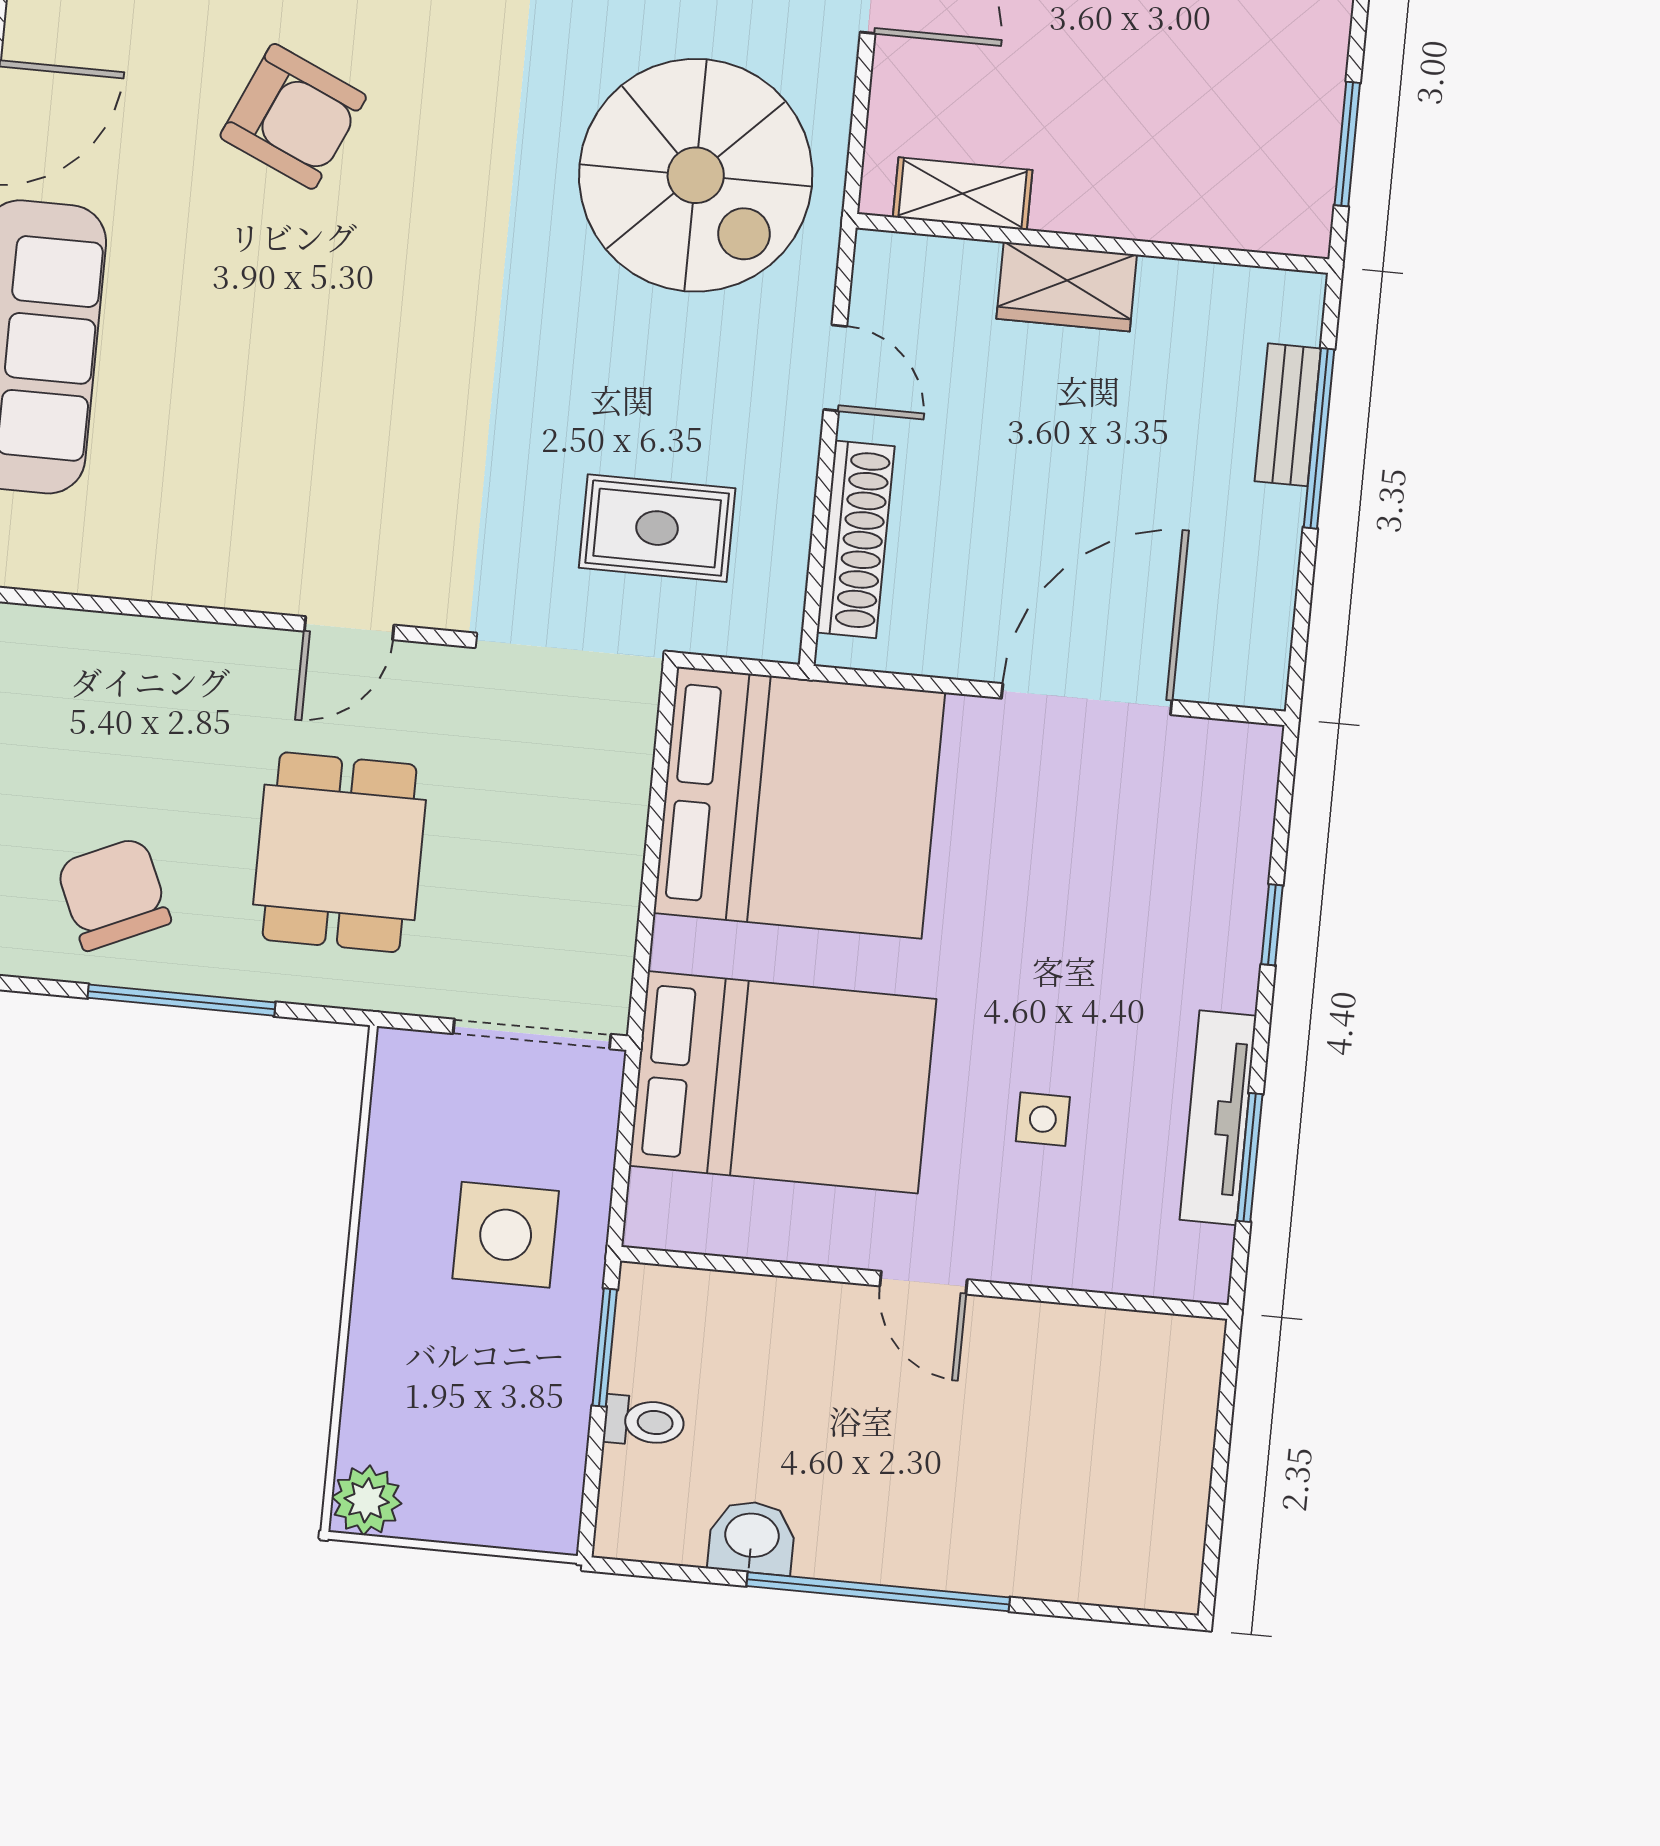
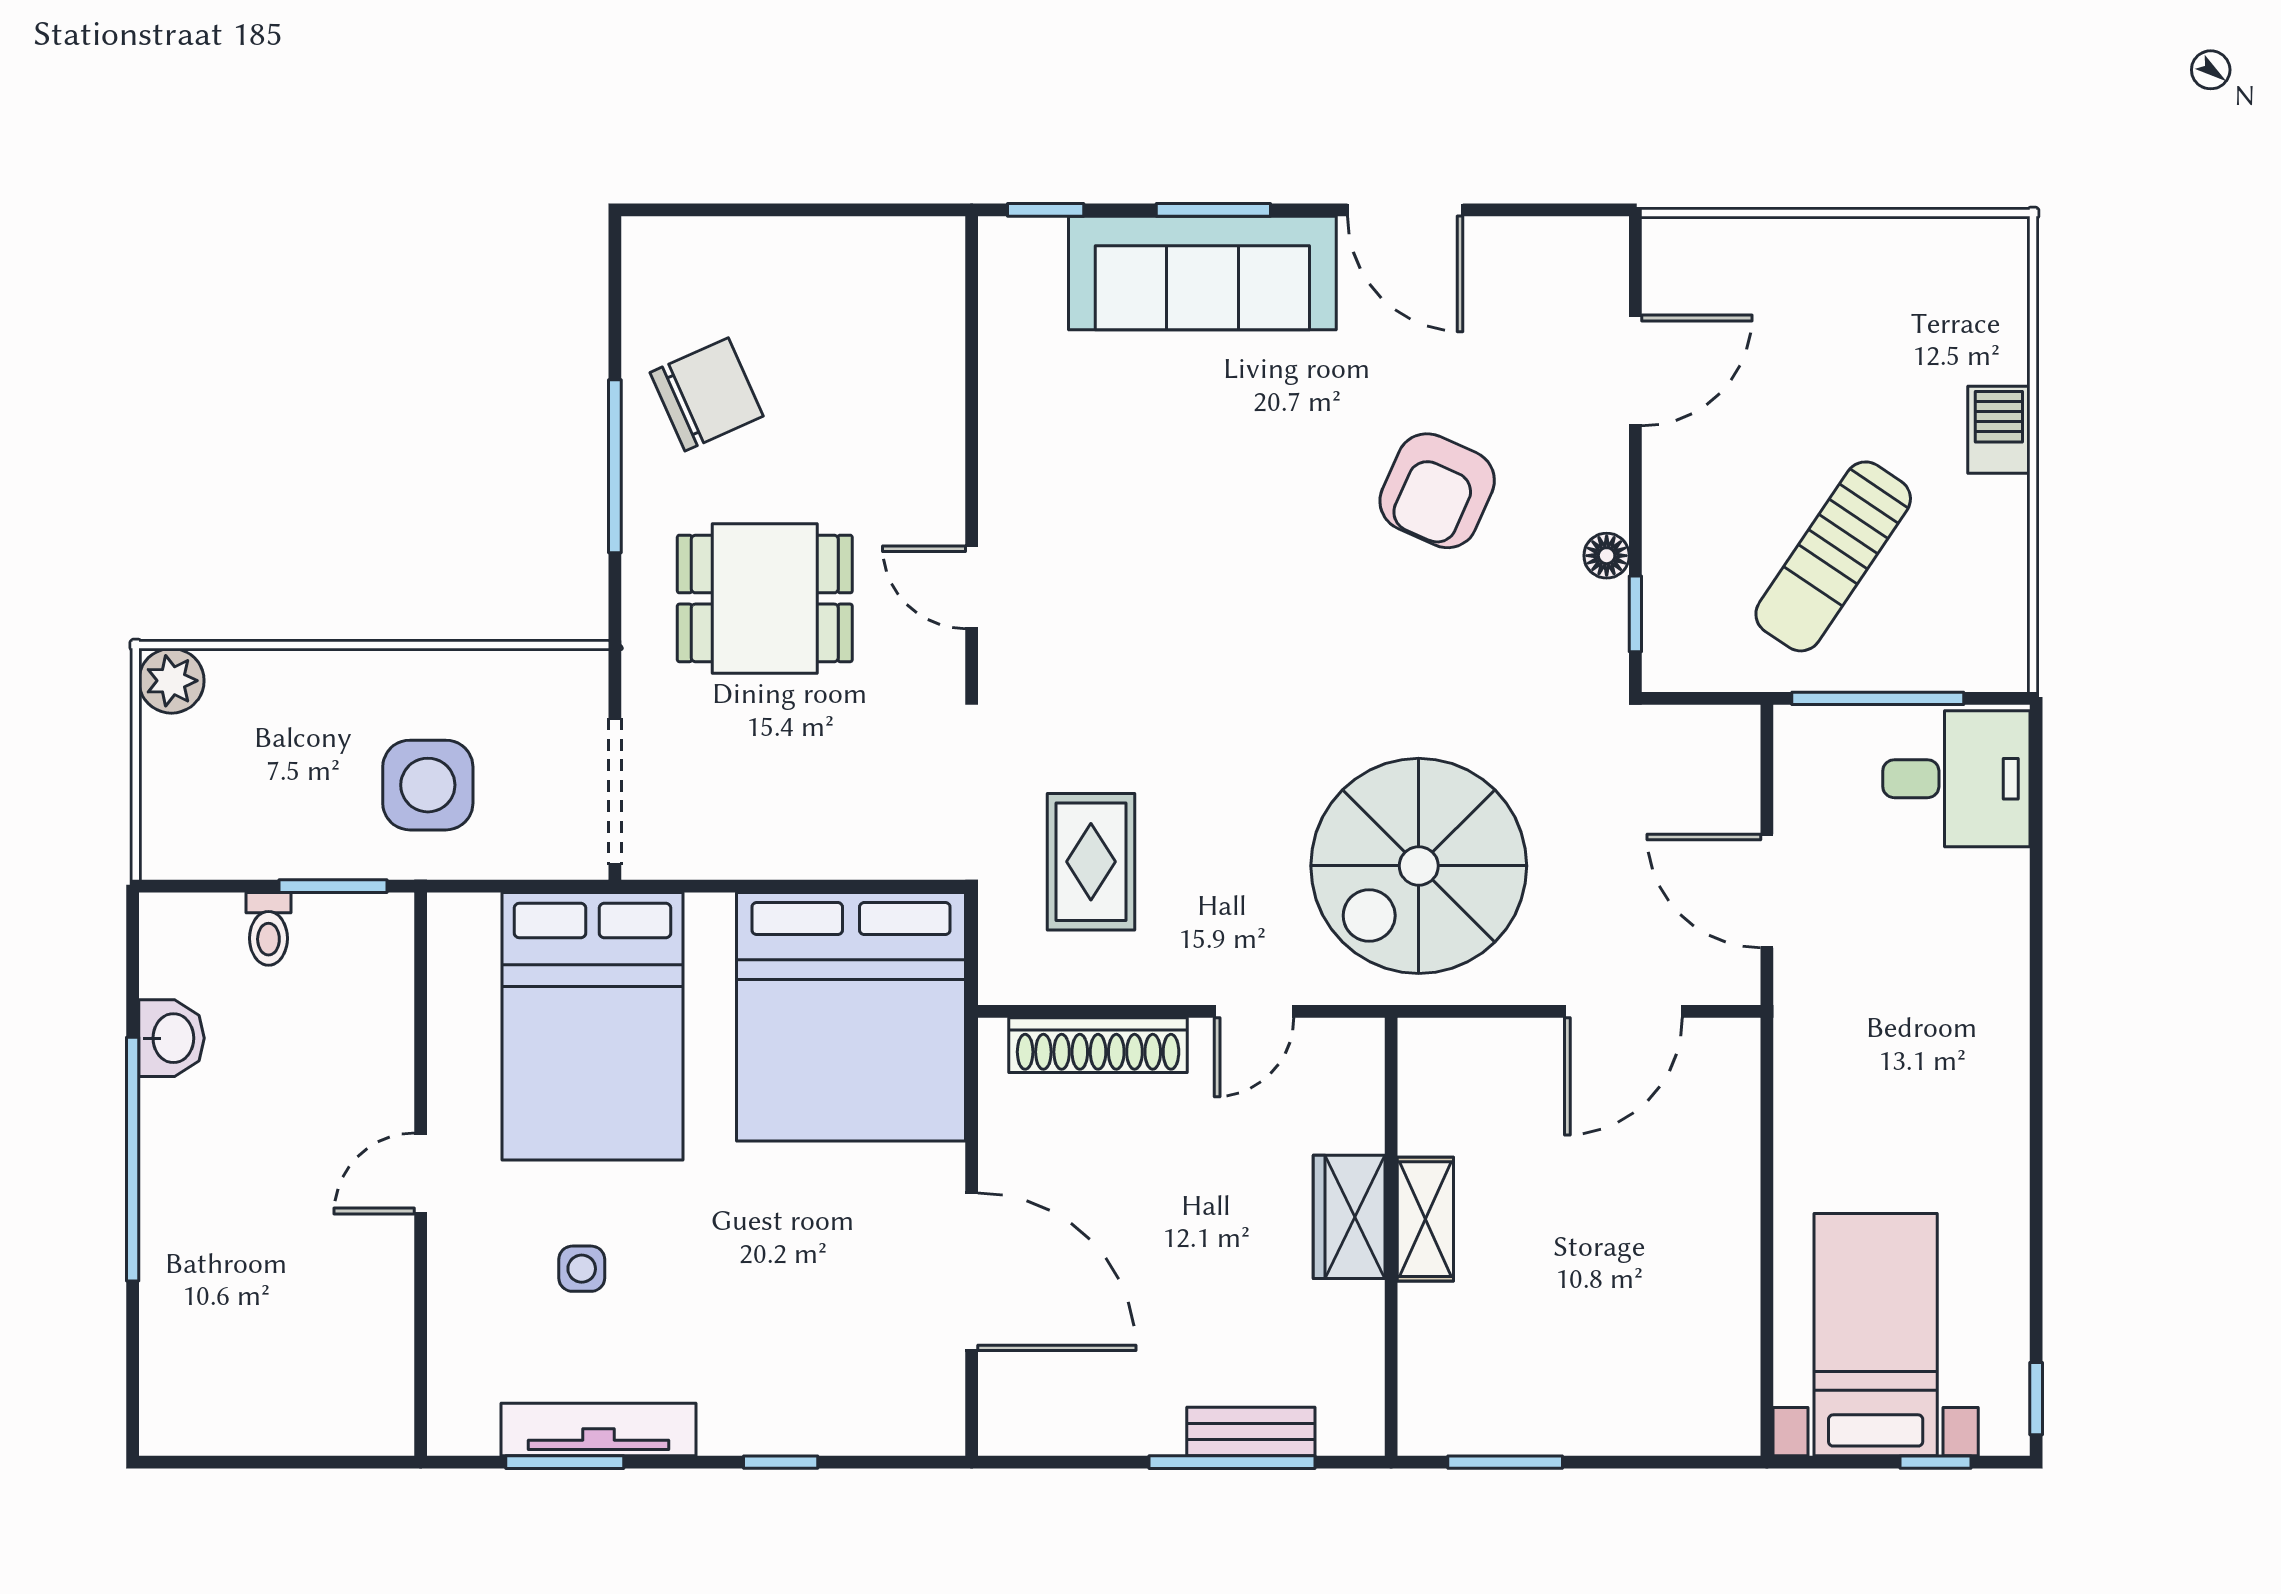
shelving: (963, 194) -> (1425, 1219), moved

